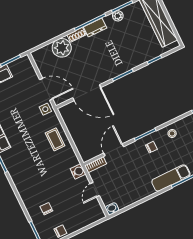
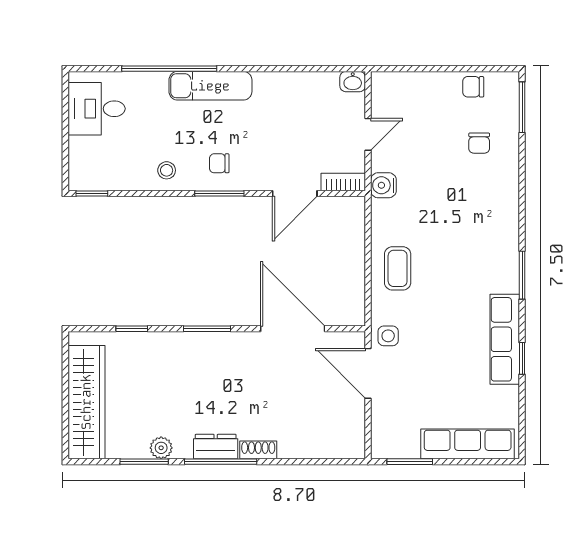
plant: (62, 48) -> (299, 439), removed

